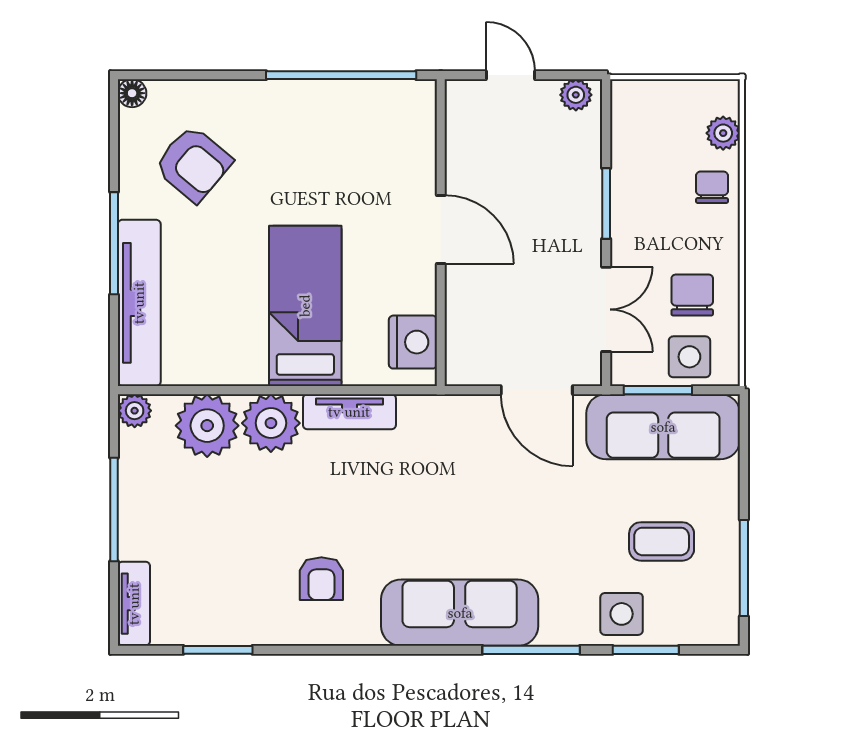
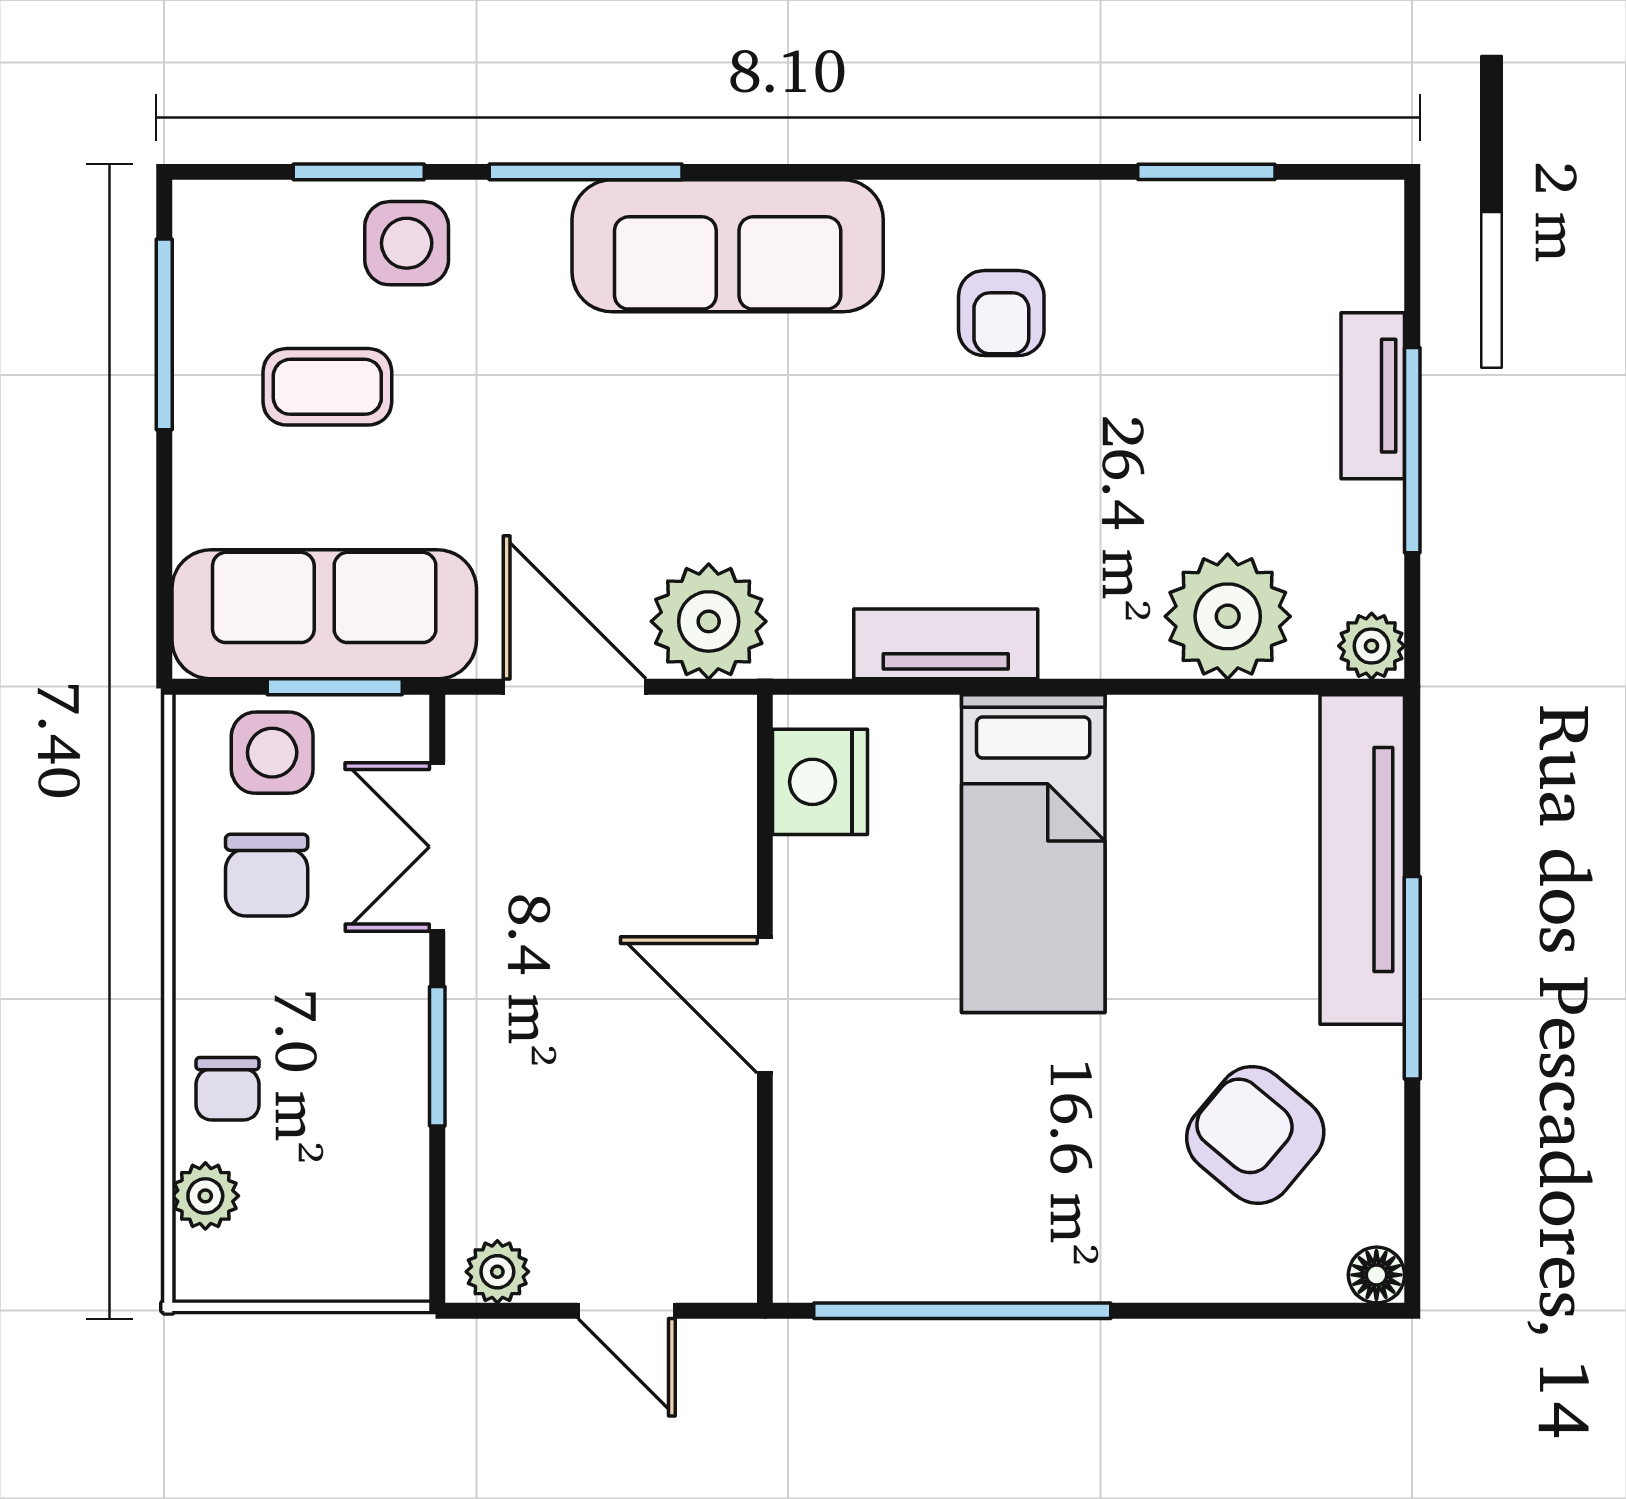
plant: (271, 423) -> (709, 621), moved
armchair: (321, 579) -> (1001, 313), turned 180
tv unit: (134, 604) -> (1373, 396), moved

